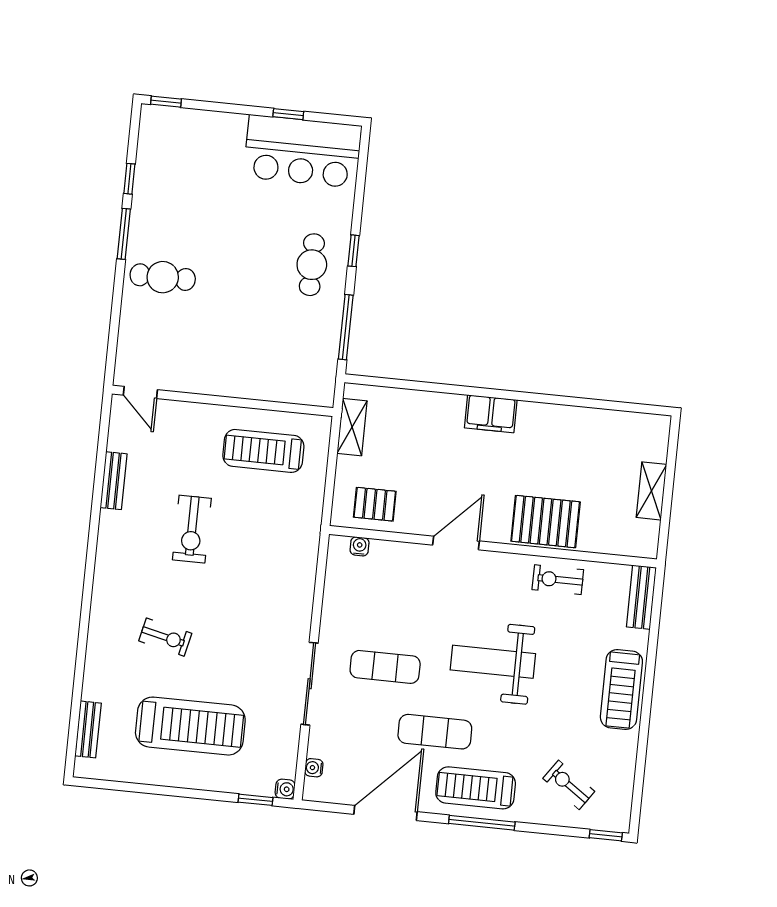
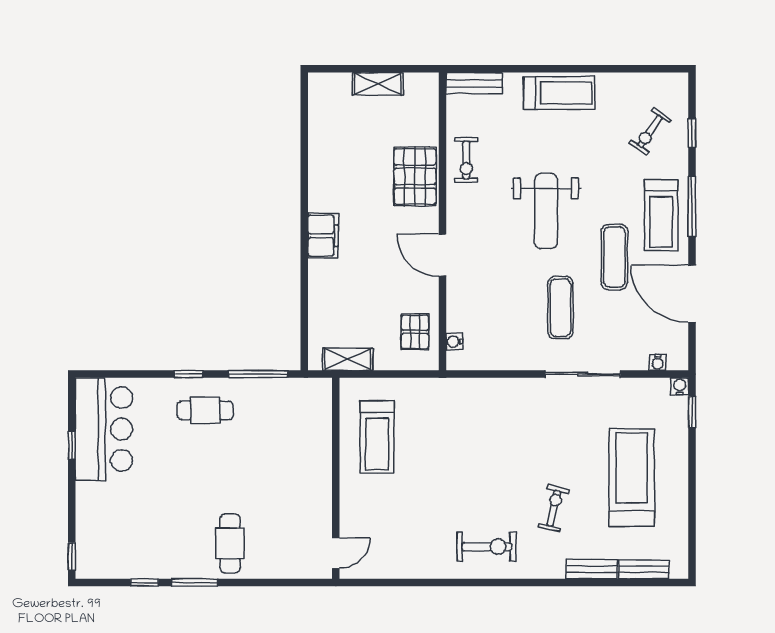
bench: (113, 481) -> (592, 569), moved
exercise bike: (192, 529) -> (487, 547), moved
window: (606, 835) -> (692, 133), moved

